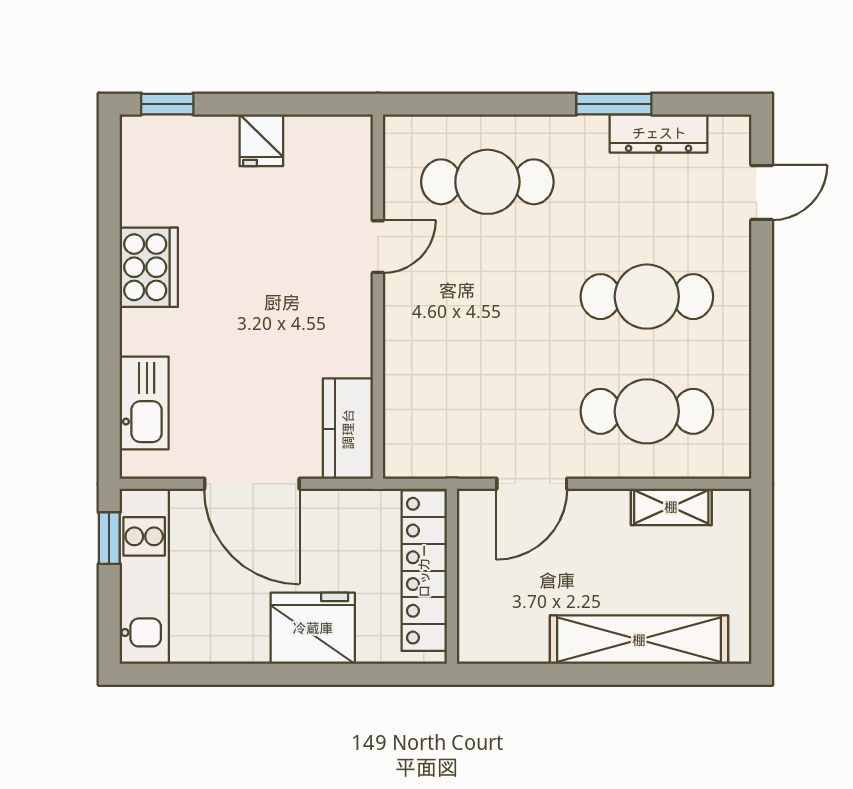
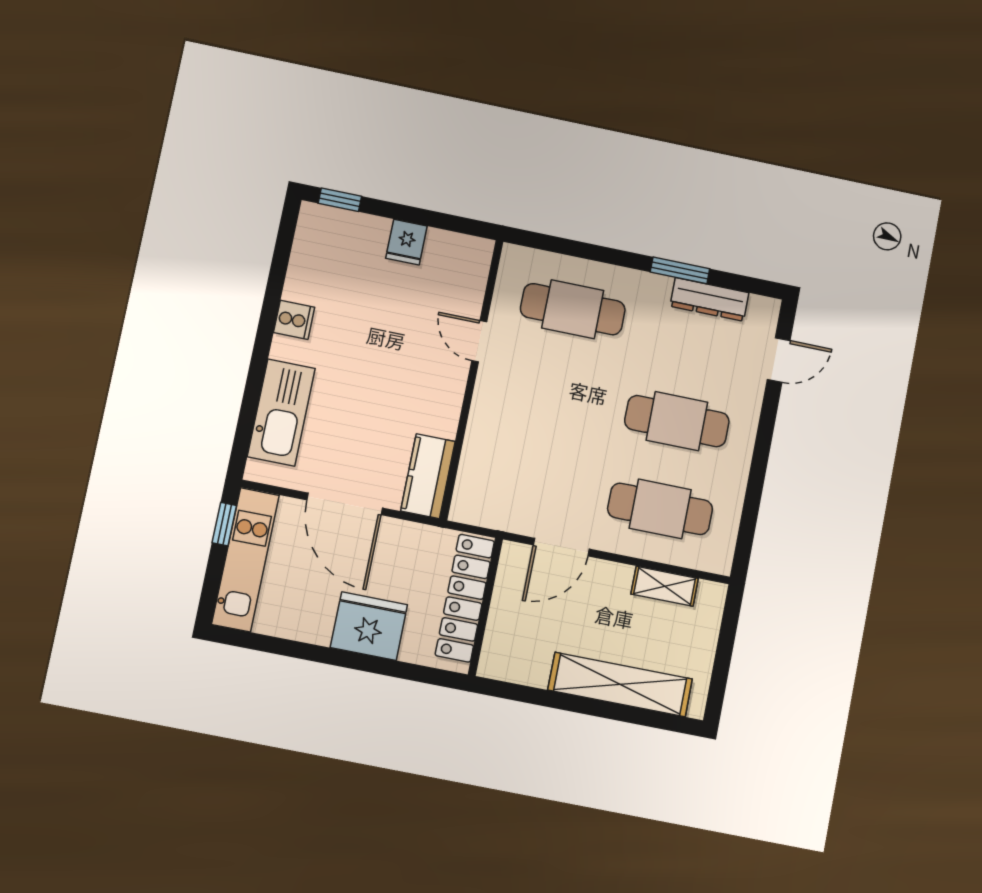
door: (378, 247) -> (479, 341), swing flipped
cooker: (149, 267) -> (294, 320), width x0.53, depth x0.76
kitchen sink: (144, 403) -> (281, 412), width x1.36, depth x1.24

